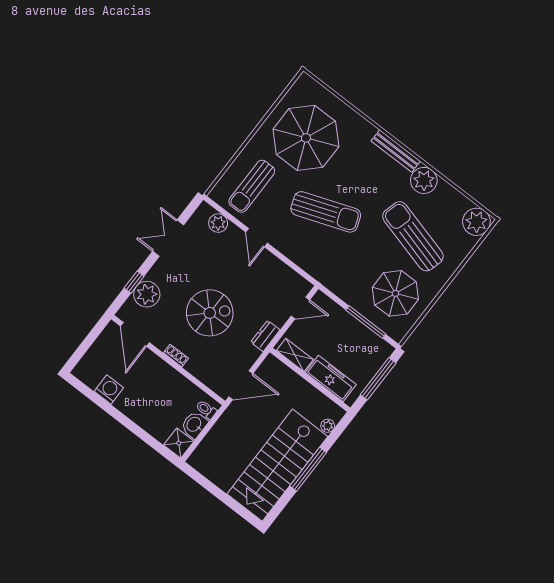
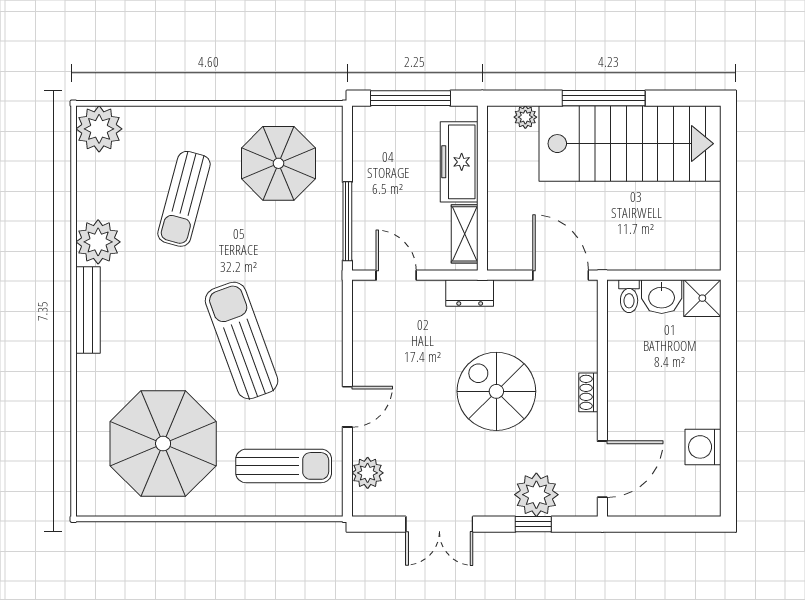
sun lounger: (413, 236) -> (184, 199), width x0.73, depth x0.75
window: (366, 322) -> (347, 221), moved

